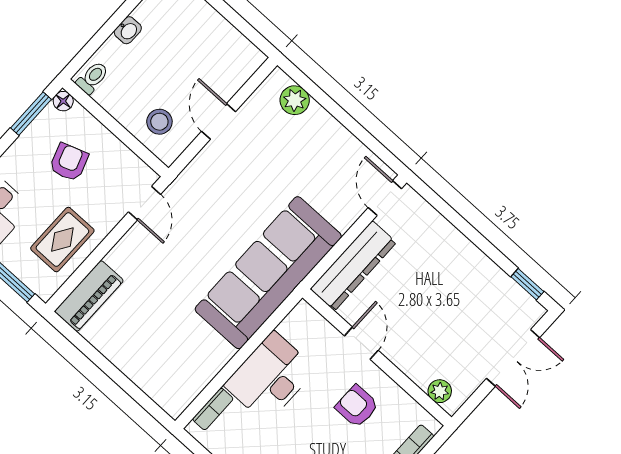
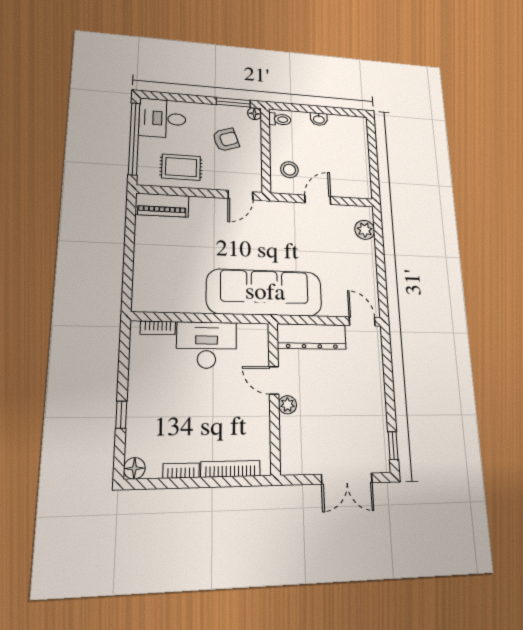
door: (385, 198) -> (362, 321), hinge flipped
door: (361, 343) -> (274, 380), swing flipped
plant: (440, 391) -> (287, 405), moved
armchair: (357, 406) -> (235, 412), removed

